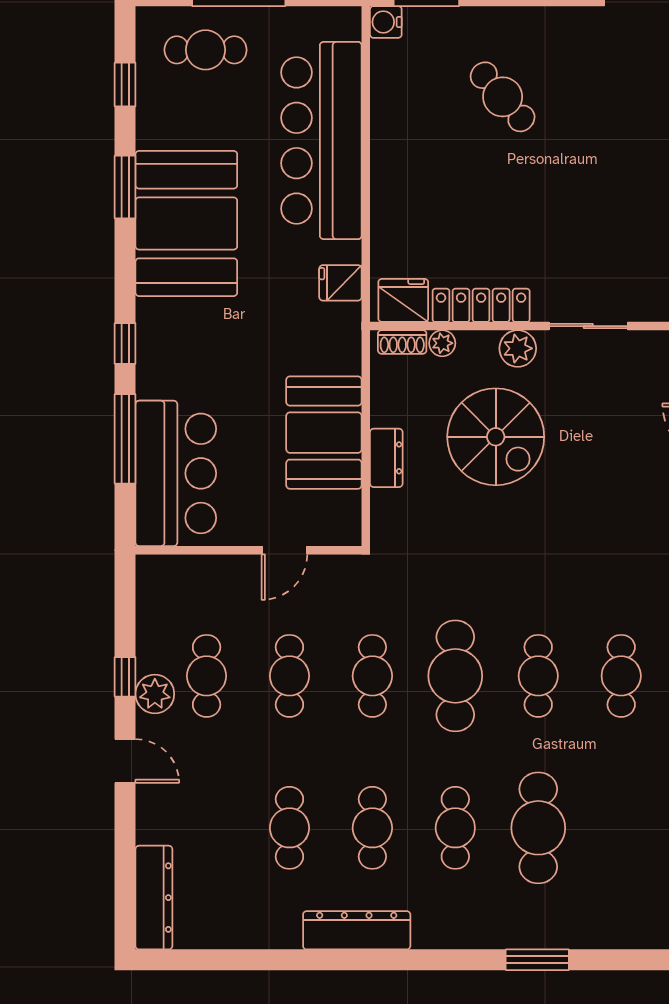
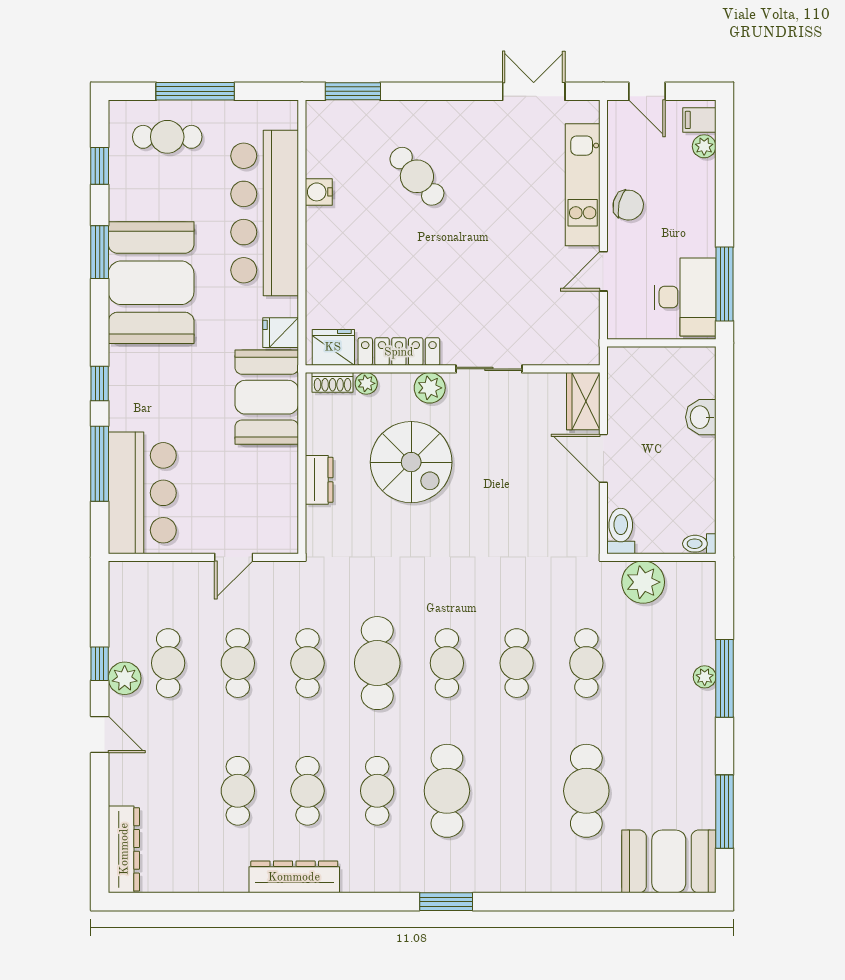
water cooler: (386, 22) -> (319, 192), moved
booth: (324, 433) -> (267, 397), moved

